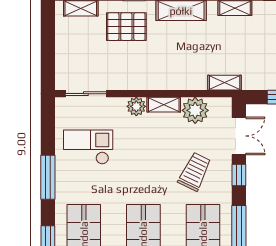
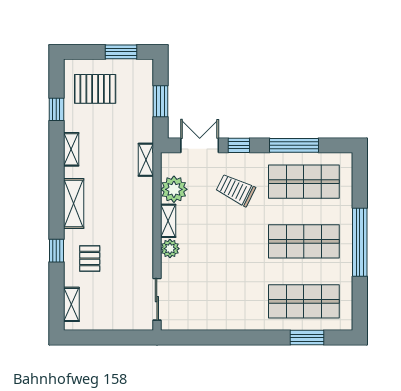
pallet: (126, 27) -> (90, 259), width x0.67, depth x0.71
checkout: (88, 147) -> (211, 297), removed
window: (48, 177) -> (241, 338), removed

